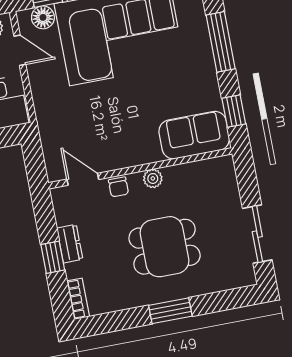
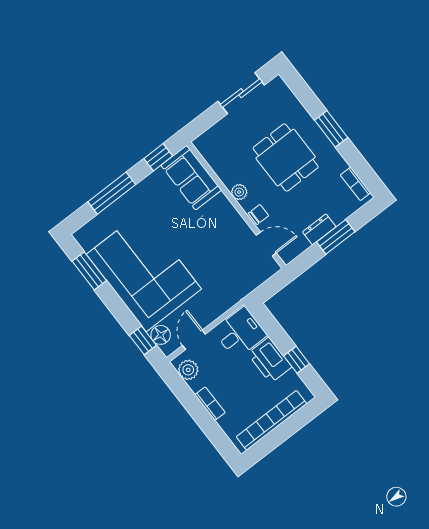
door: (83, 179) -> (266, 244), swing flipped
window: (53, 257) -> (336, 237), width x1.50
bookcase: (78, 299) -> (355, 184), moved, turned -90

